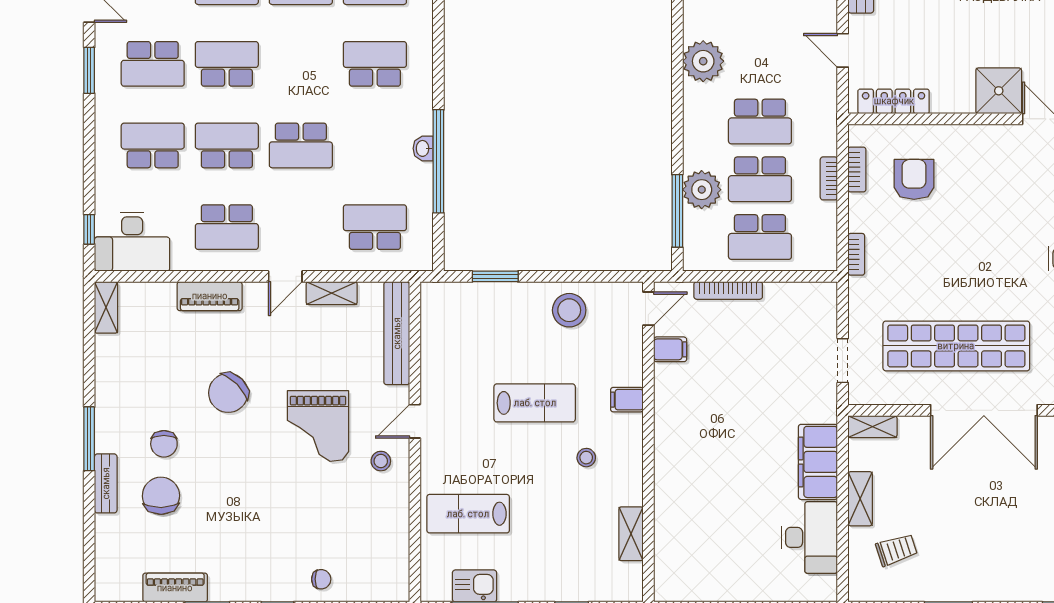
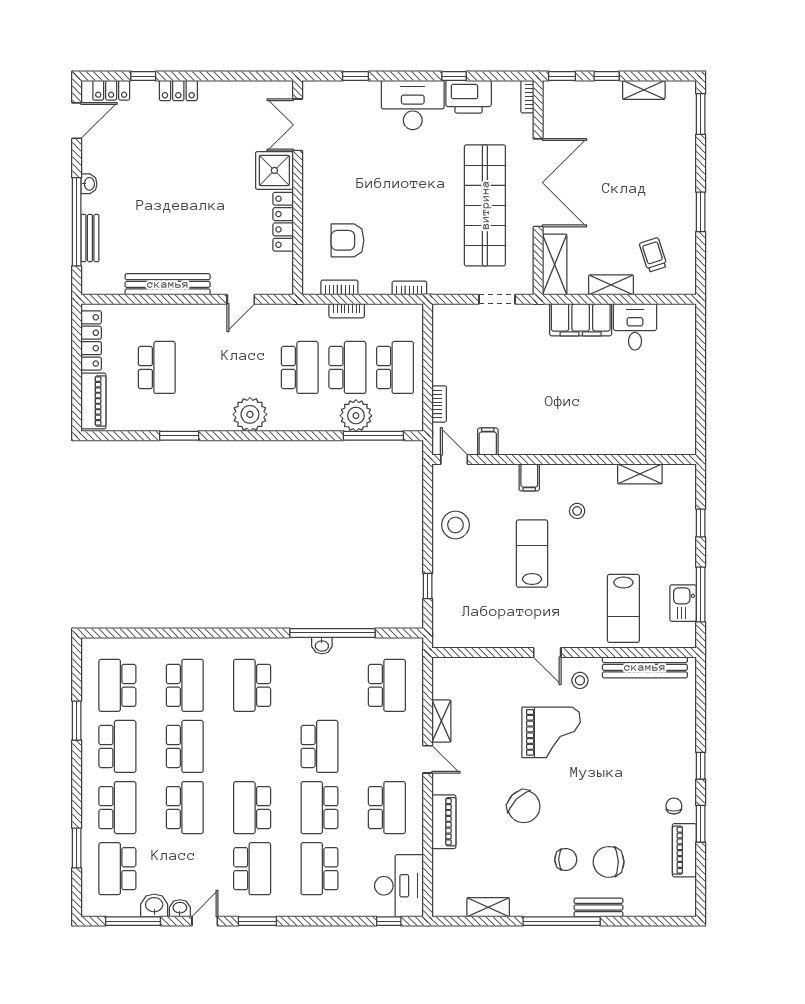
locker: (894, 101) -> (283, 222), moved
school desk: (375, 227) -> (387, 685), turned 180
window: (495, 276) -> (428, 586), width x0.67
bookcase: (728, 290) -> (439, 404), width x0.64
shelving: (106, 307) -> (488, 907), moved
bench: (397, 333) -> (645, 667), moved
shelving: (872, 427) -> (555, 265), width x1.50, depth x1.33
window: (89, 439) -> (562, 921), width x1.46
desk: (809, 537) -> (635, 327), width x0.73
chair: (321, 579) -> (674, 806), moved

